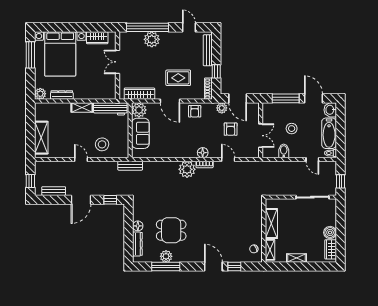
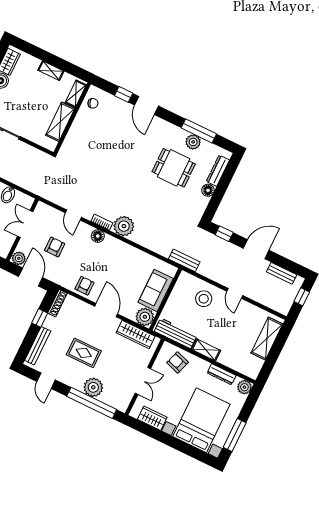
rug: (178, 78) -> (84, 353), moved
armchair: (99, 88) -> (177, 362), added
plant: (222, 108) -> (19, 258), moved

